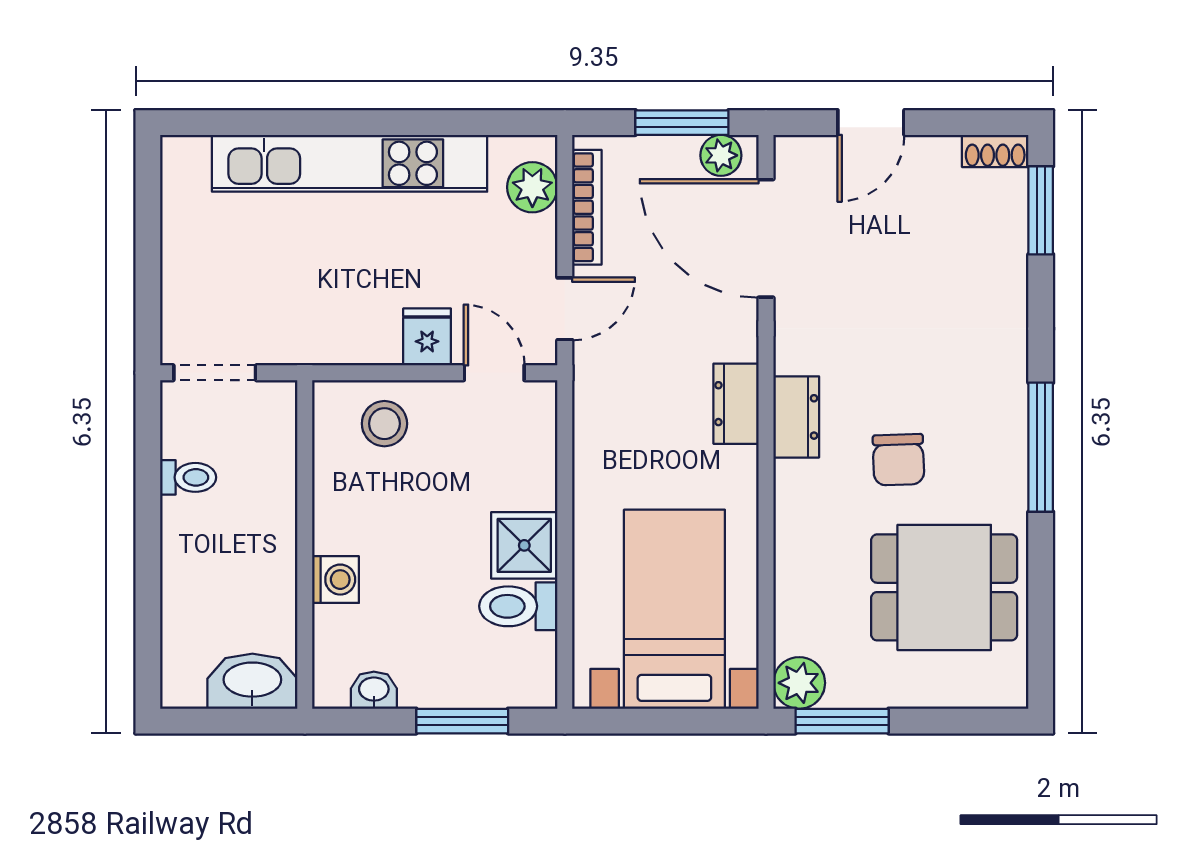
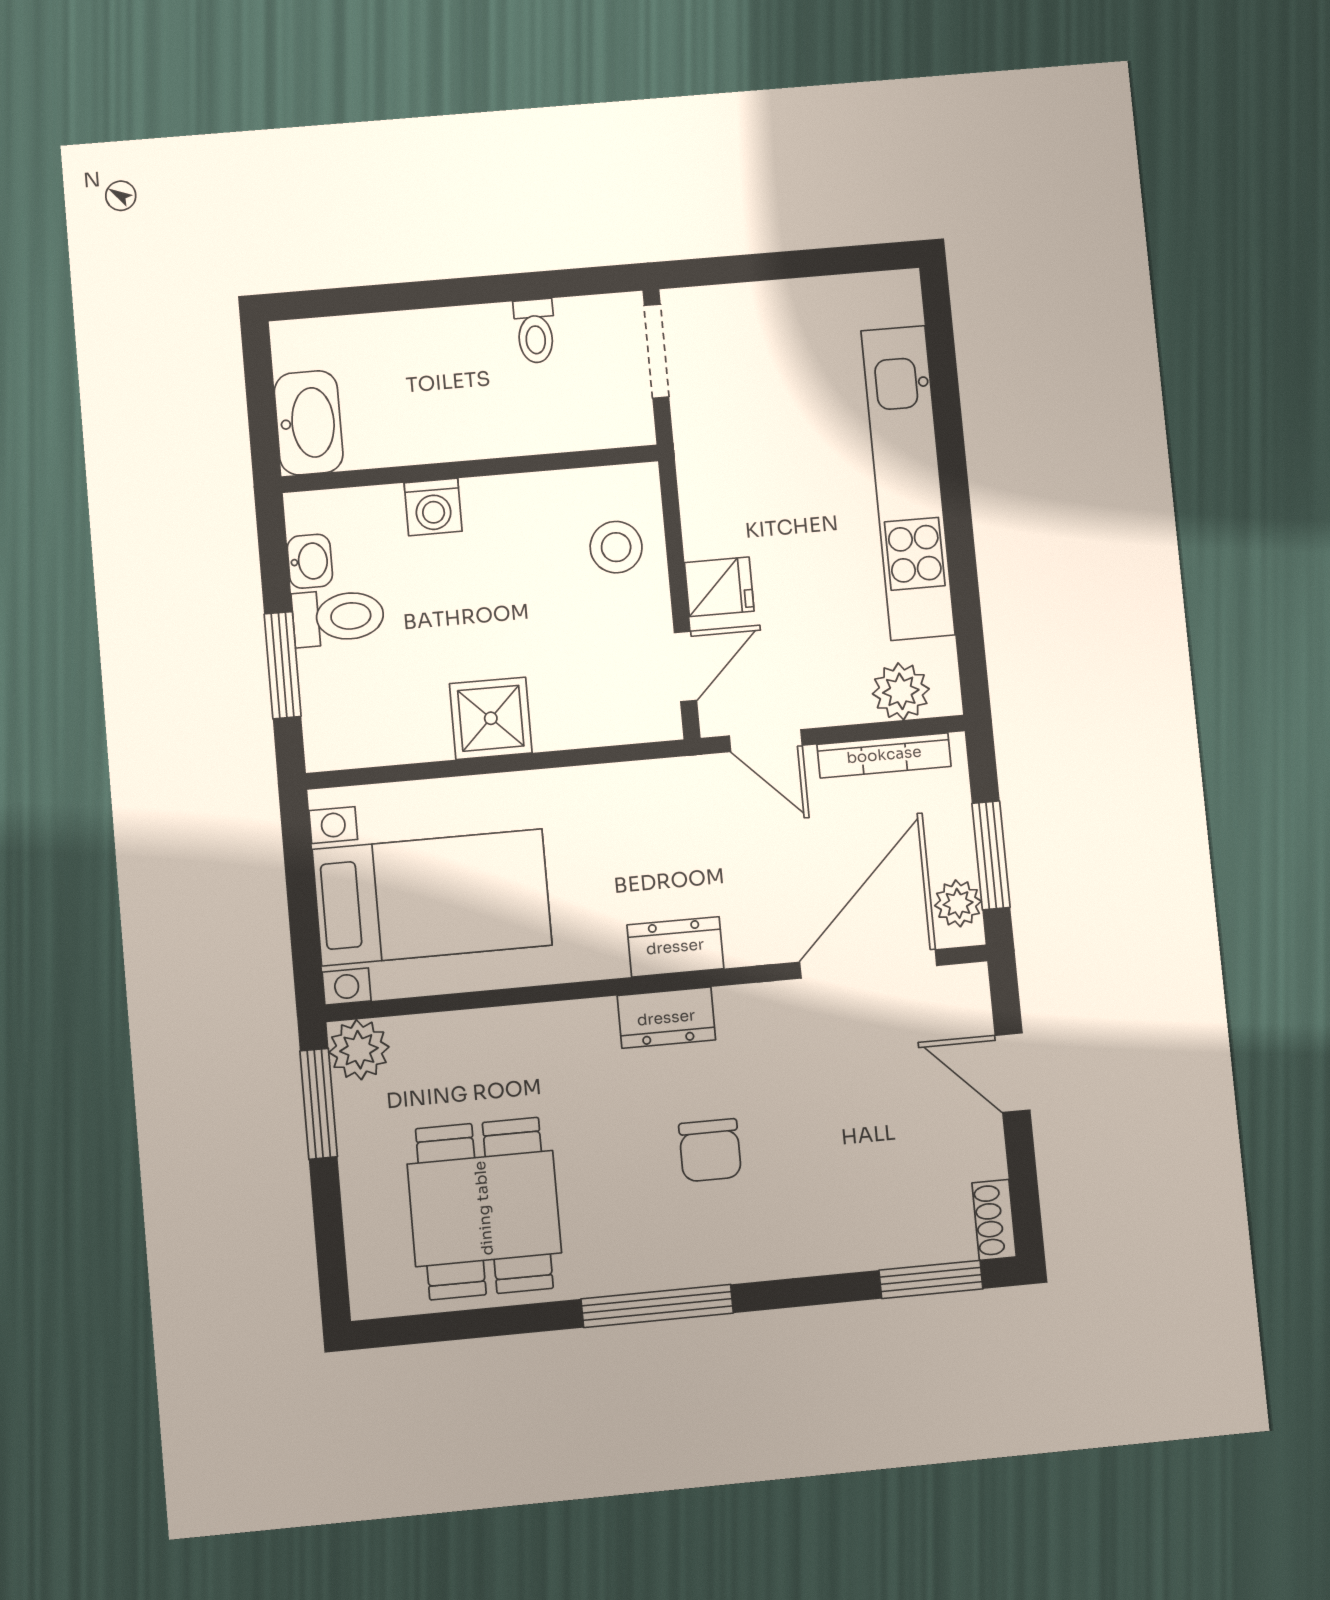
chair: (898, 460) -> (710, 1150), moved, turned -88
toilet: (518, 606) -> (338, 617), moved, turned 90

